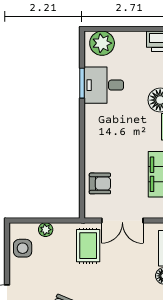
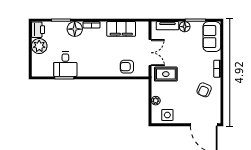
plant: (102, 43) -> (39, 46), moved
armchair: (100, 183) -> (127, 67), turned -90

